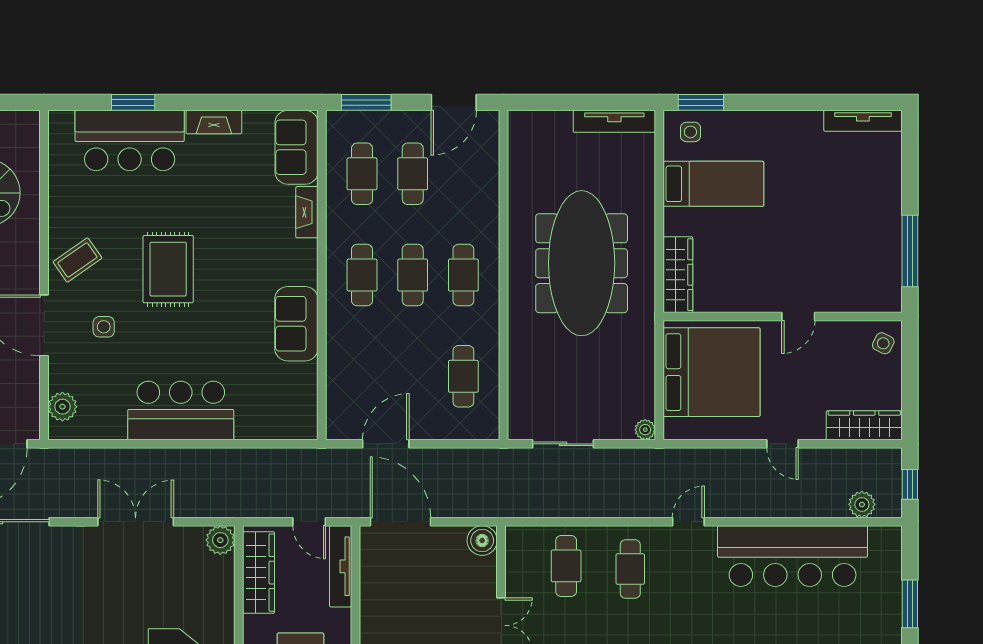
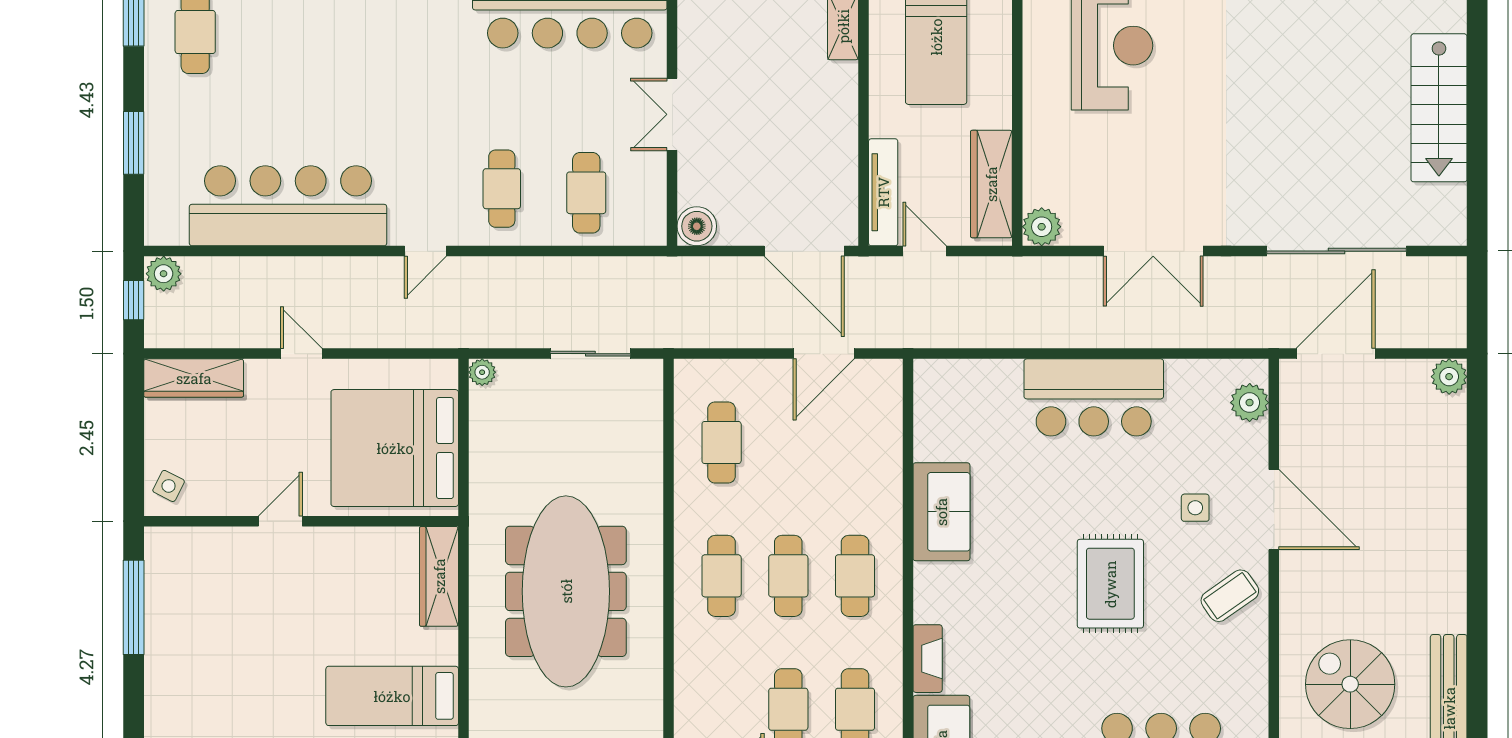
plant: (862, 504) -> (164, 274), moved

